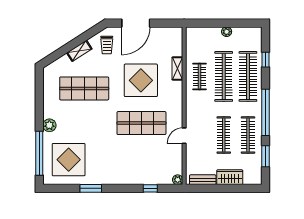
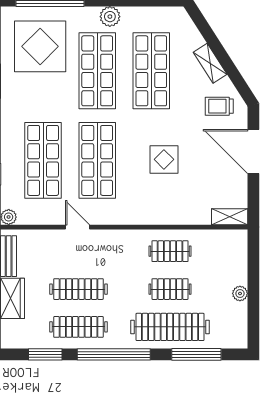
window: (266, 60) -> (196, 354), width x2.17
shelving: (177, 68) -> (230, 217), moved
clothes rail: (224, 76) -> (170, 289), width x0.54, depth x0.76
display table: (141, 80) -> (164, 159), width x0.54, depth x0.54
shop shelf: (84, 123) -> (97, 71), added
plant: (49, 125) -> (110, 17), moved
shop shelf: (141, 158) -> (43, 160), added

